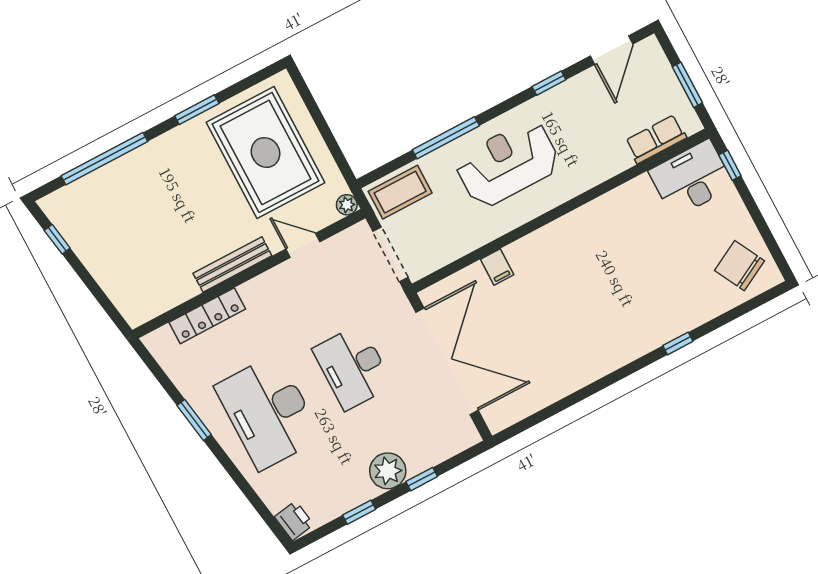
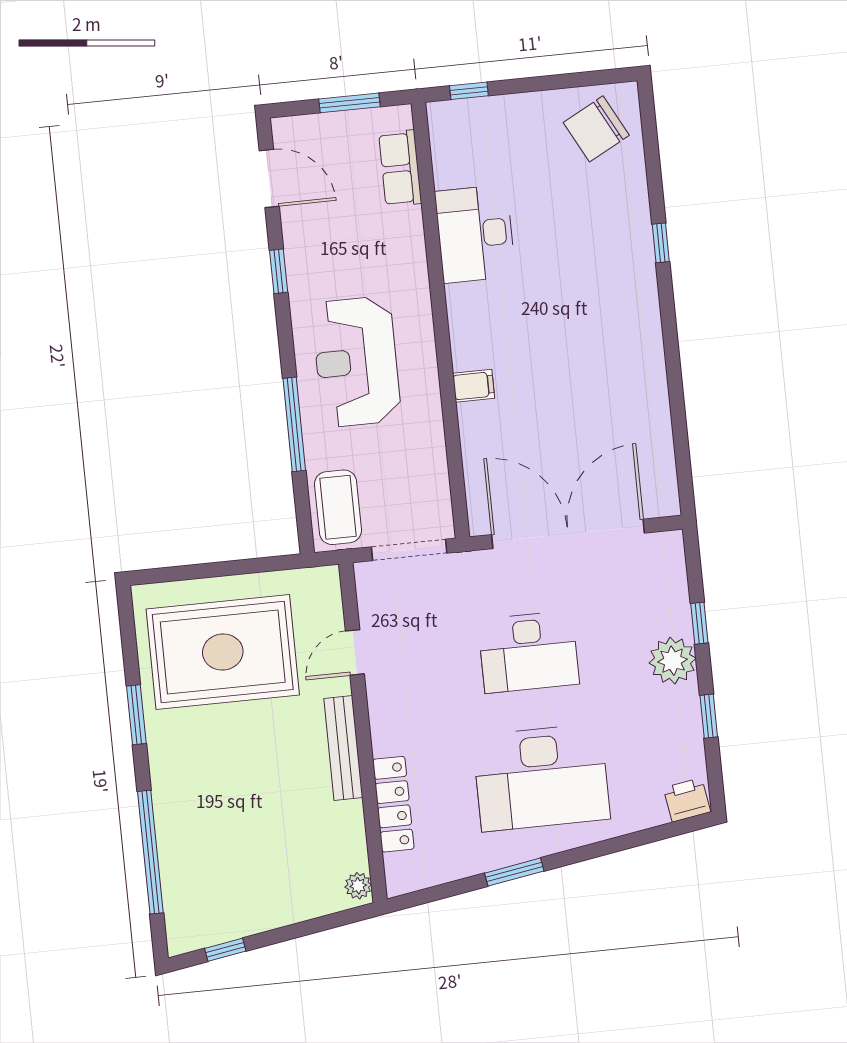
desk: (691, 179) -> (475, 234), moved
plant: (347, 205) -> (358, 886), moved
filing cabinet: (497, 267) -> (474, 386), moved

